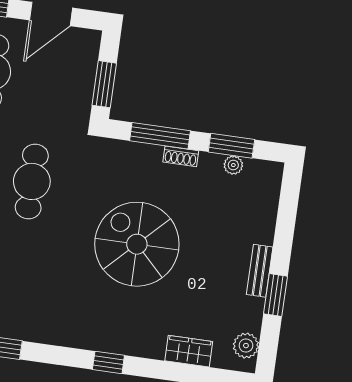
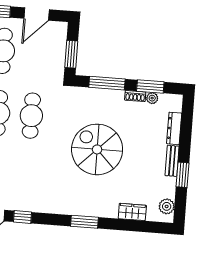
shoe rack: (181, 156) -> (135, 96), moved
dresser: (266, 217) -> (174, 128), added
window: (108, 362) -> (84, 222), width x1.50

